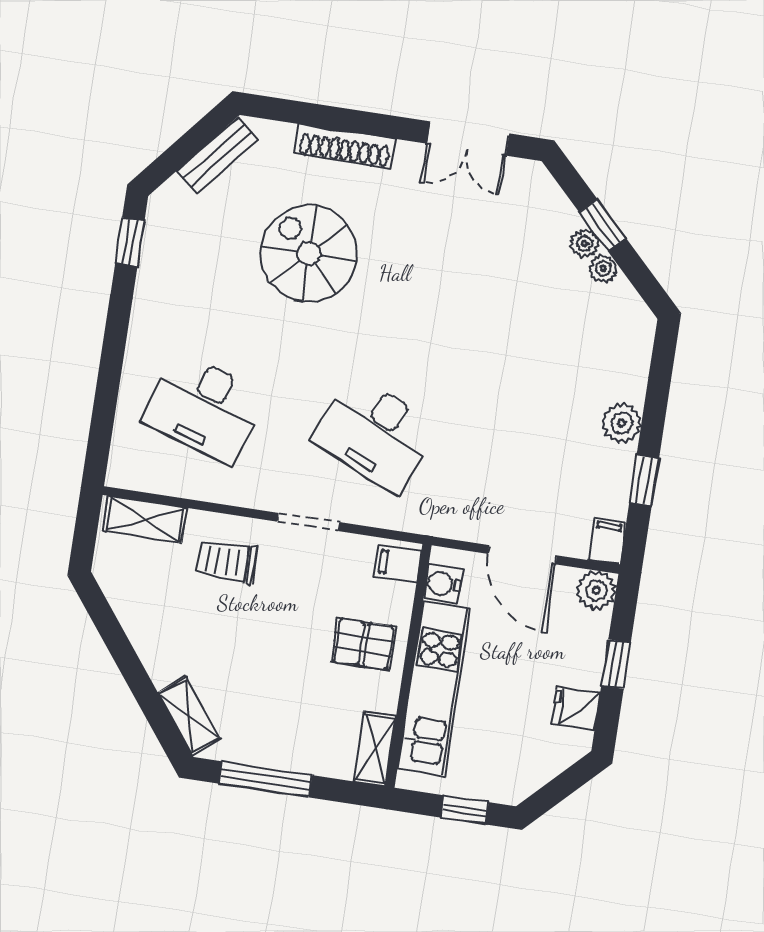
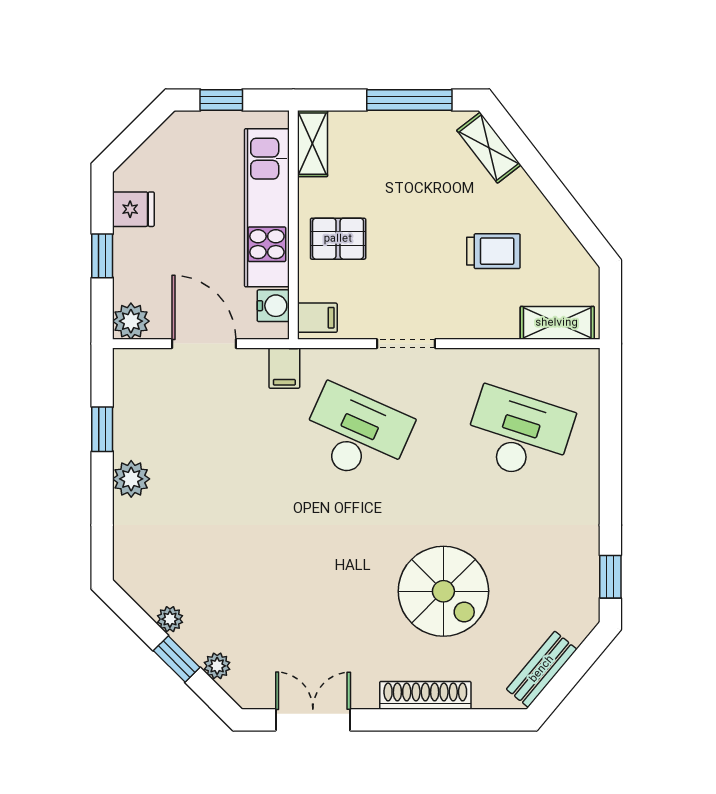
plant: (584, 243) -> (217, 666), moved
filing cabinet: (607, 541) -> (284, 368), moved
trolley: (226, 561) -> (493, 251), moved

